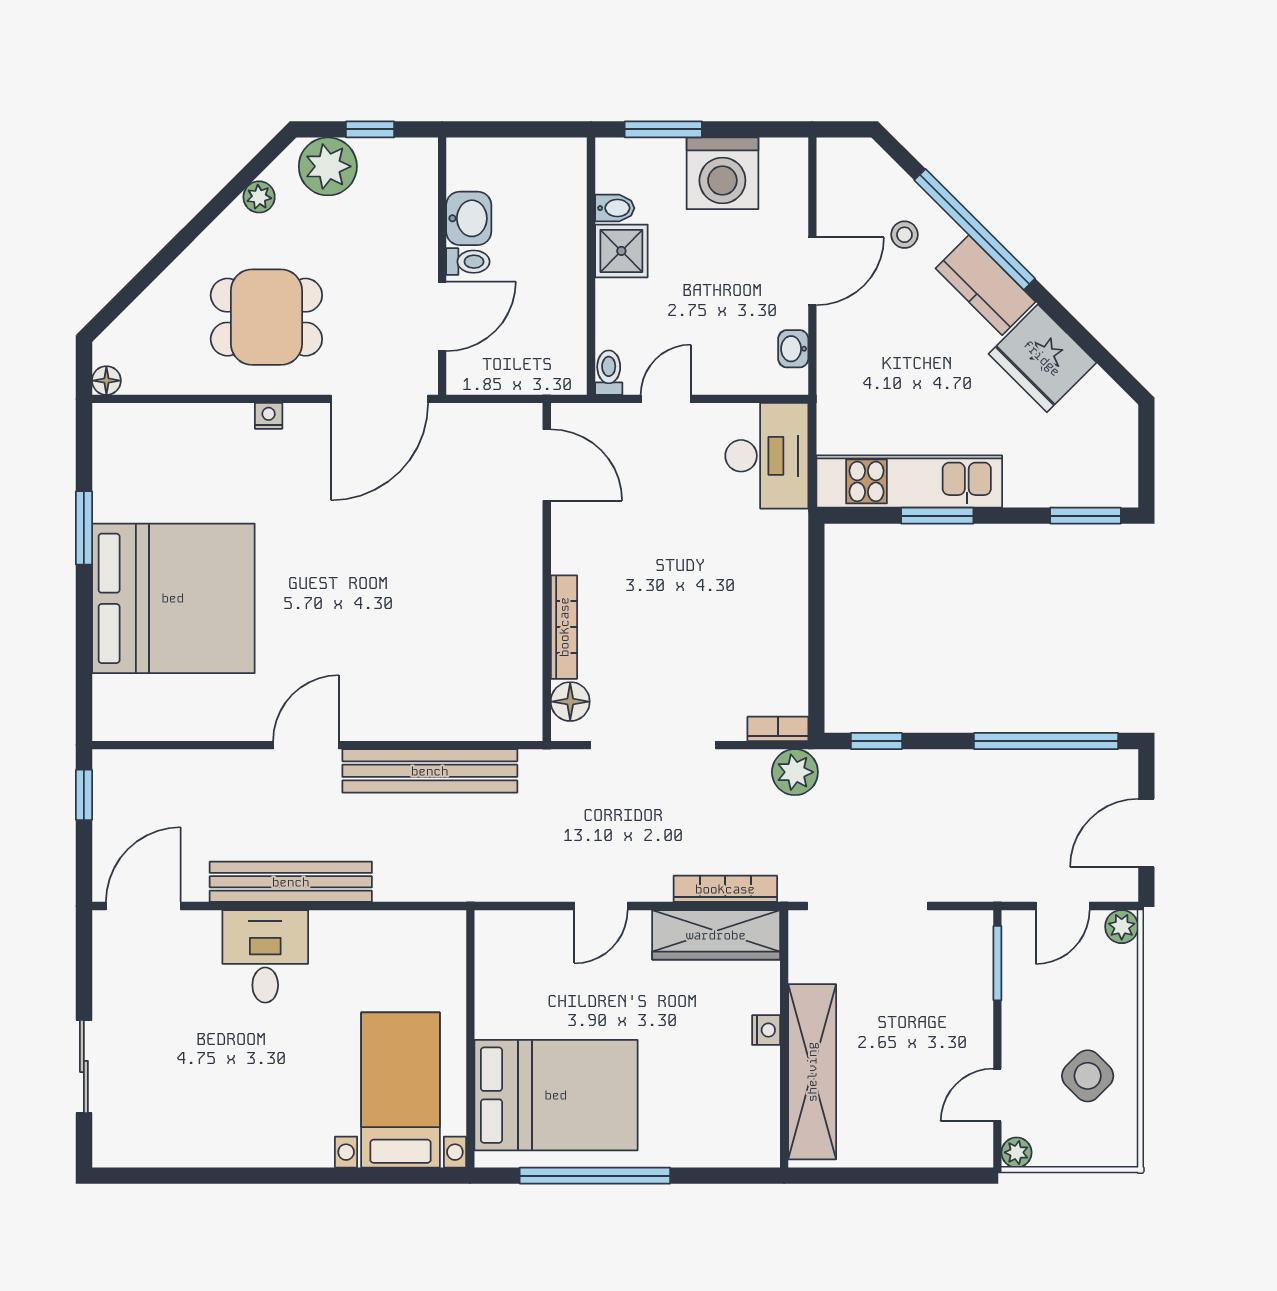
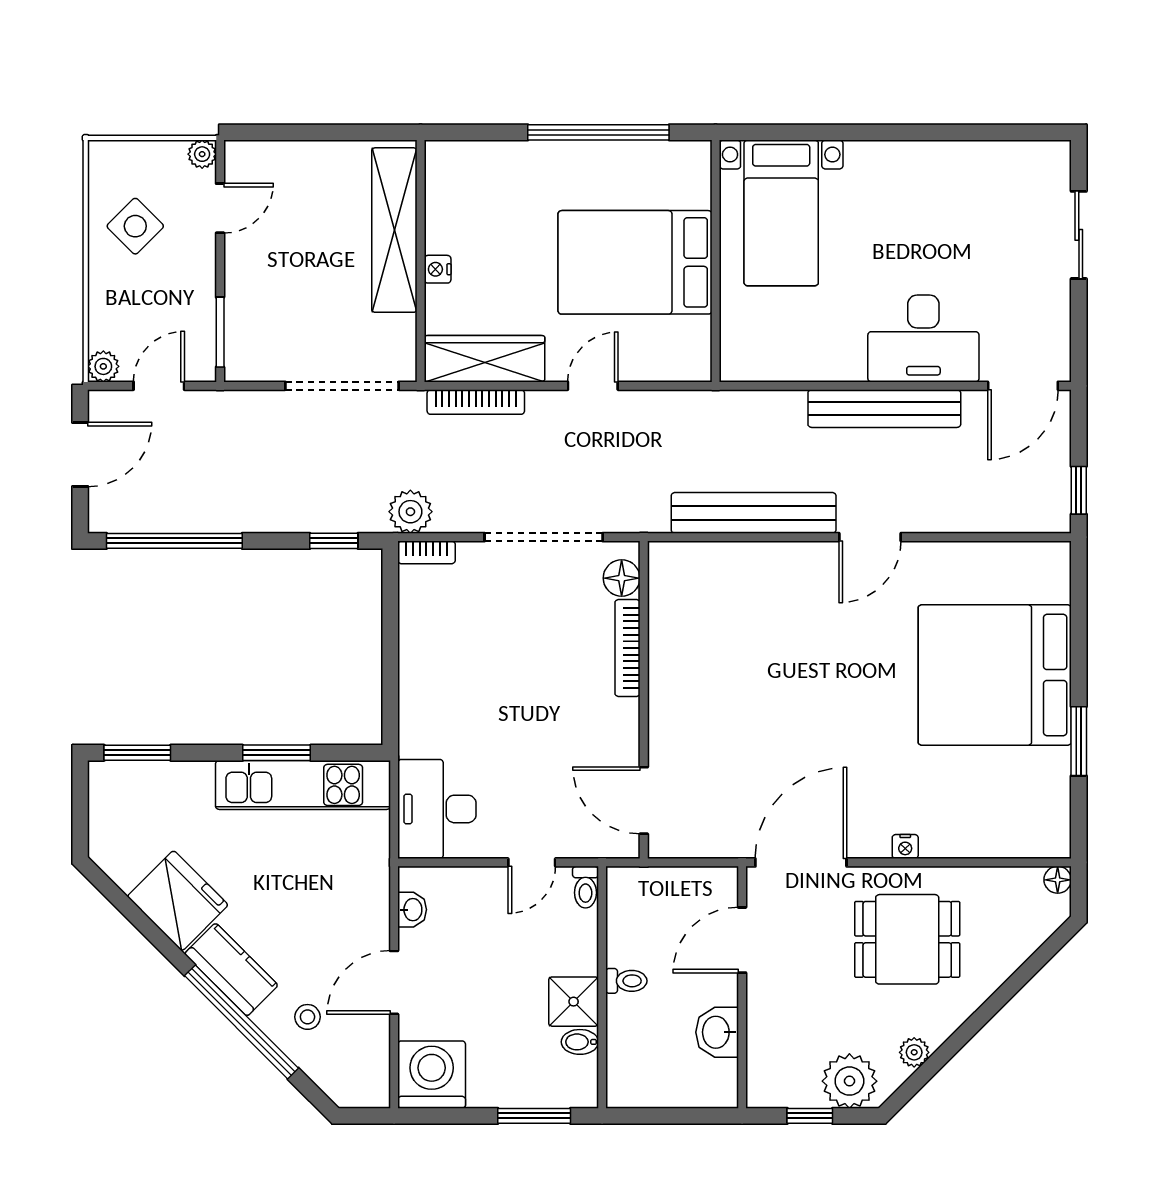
washing machine: (722, 173) -> (432, 1075), moved
toilet: (468, 262) -> (626, 981), moved, turned 180
desk: (265, 956) -> (923, 338), width x1.37
bed: (556, 1095) -> (635, 262), moved

